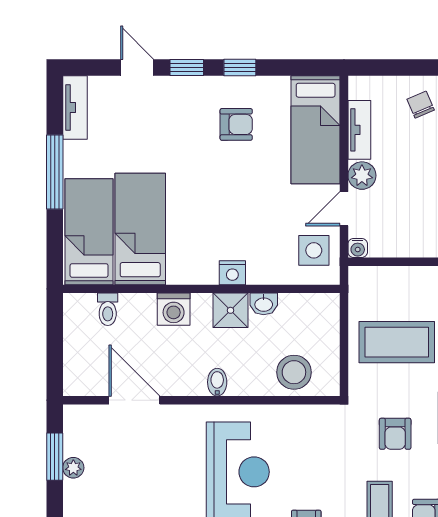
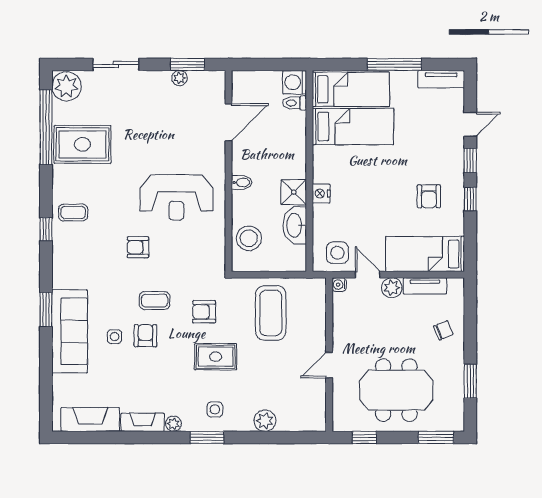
washbasin: (264, 304) -> (295, 225), width x1.91, depth x1.45
washing machine: (174, 309) -> (295, 82), moved

